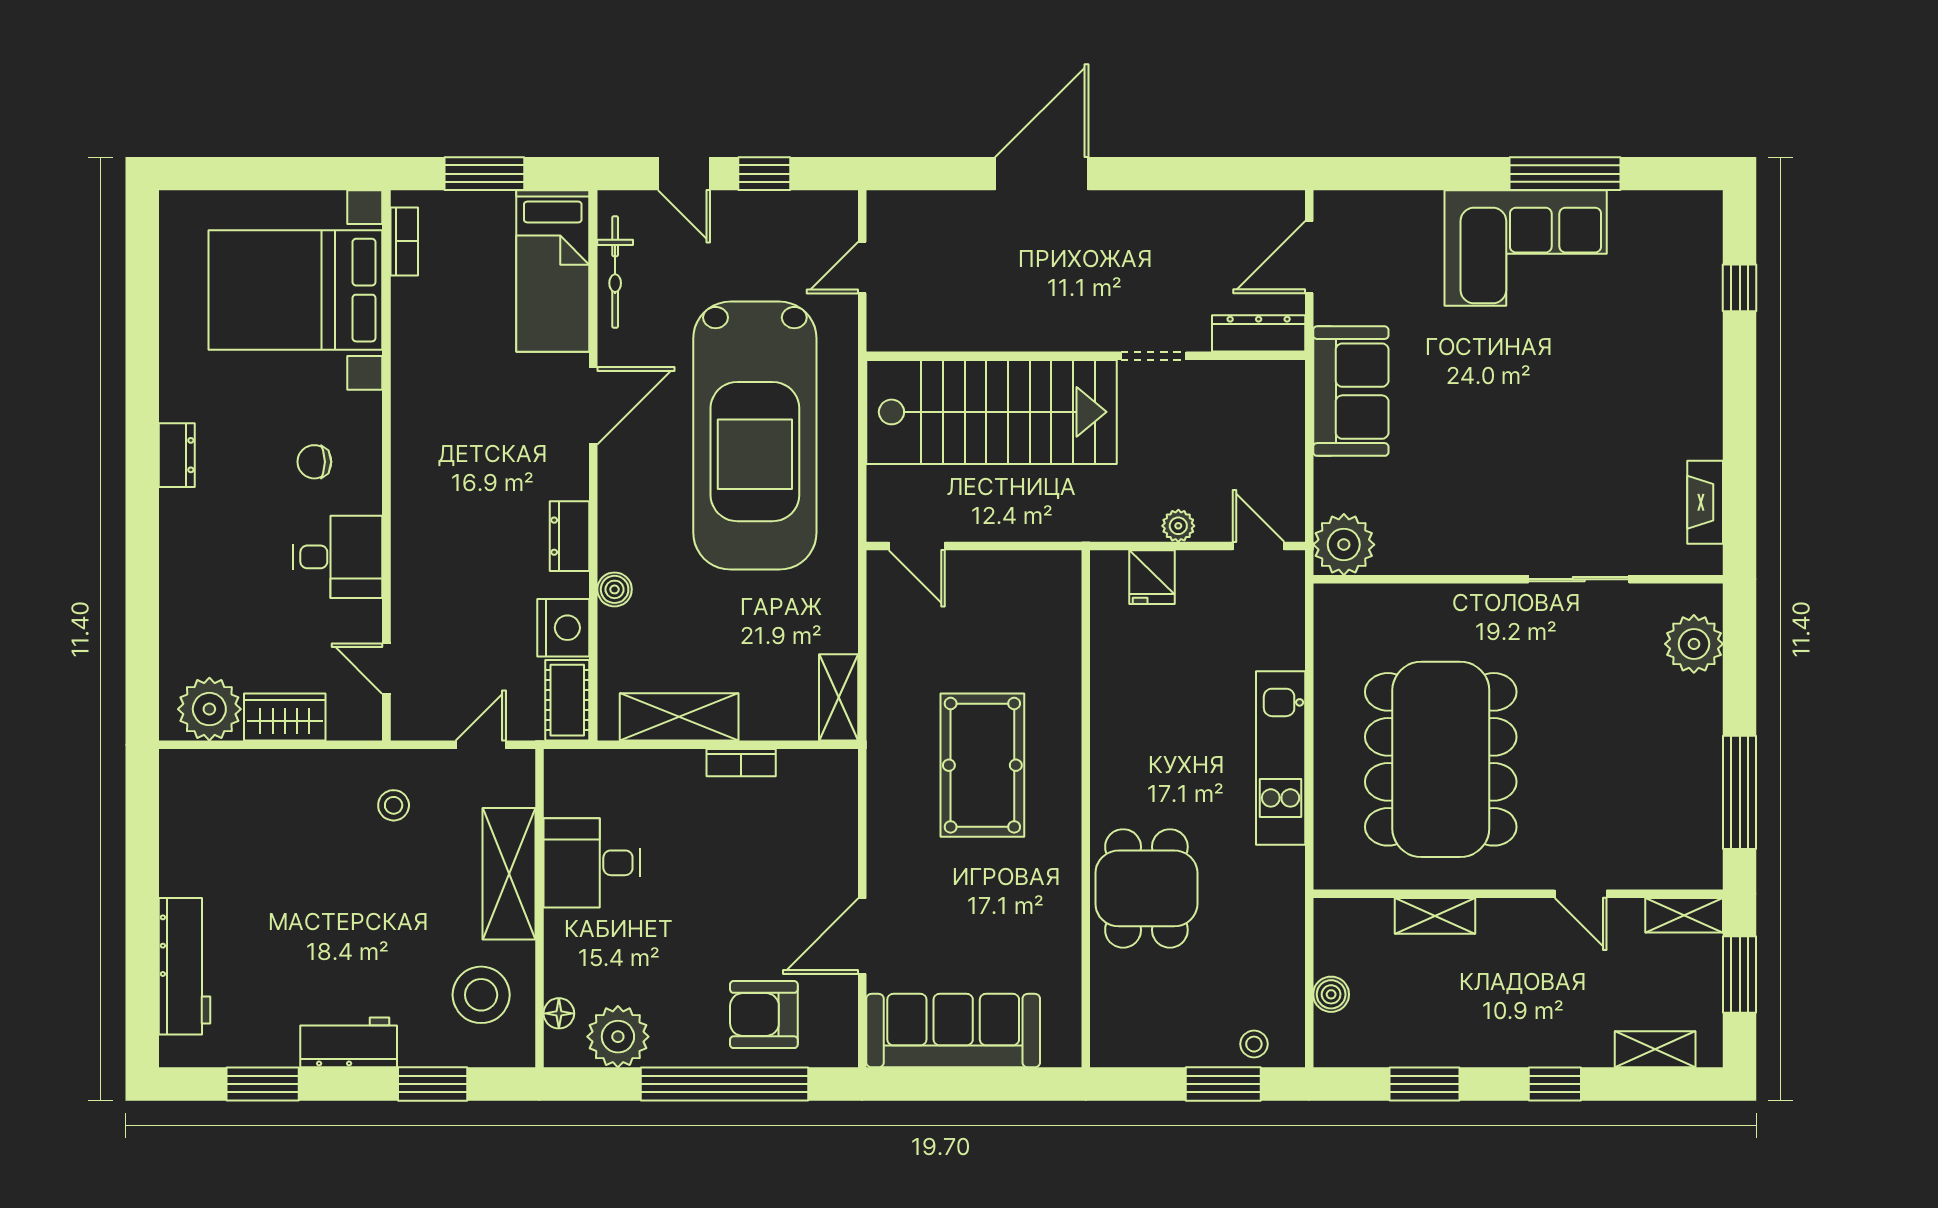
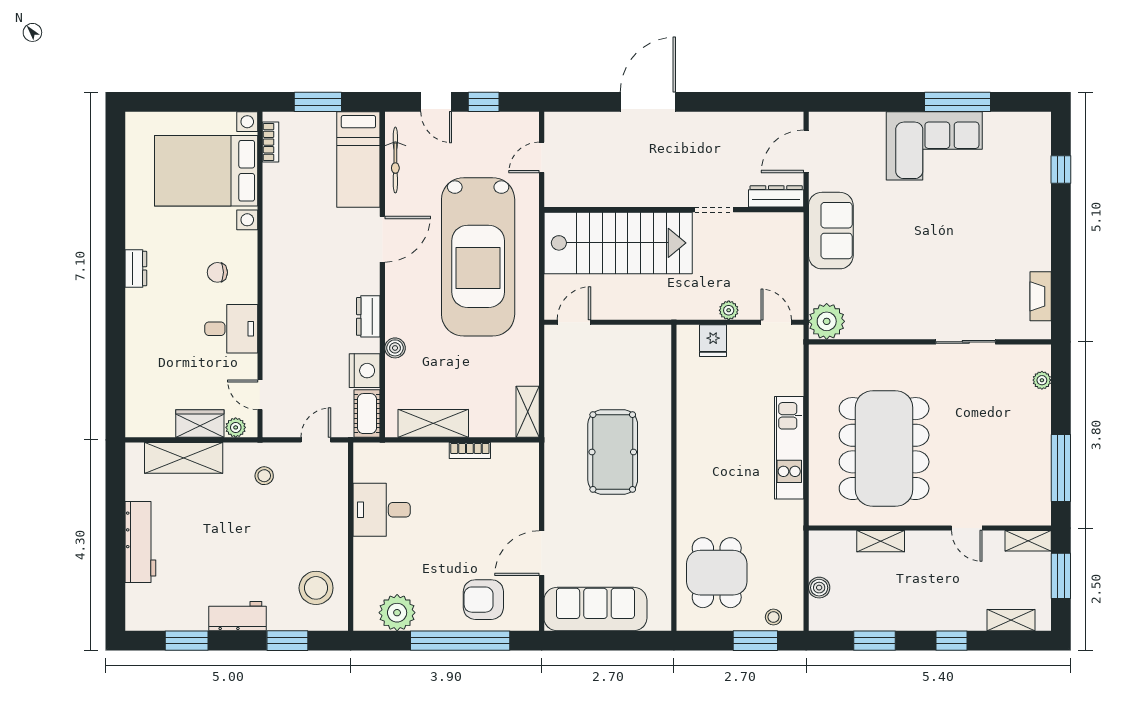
door: (917, 546) -> (574, 322), swing flipped
plant: (1694, 644) -> (1042, 380), width x0.53, depth x0.53
plant: (209, 709) -> (236, 427), moved, width x0.53, depth x0.53
shelving: (509, 874) -> (184, 458), moved, turned 90
dining table: (1146, 888) -> (717, 573), moved
workbench: (185, 966) -> (140, 542), moved
floor lamp: (559, 1013) -> (362, 599), removed

